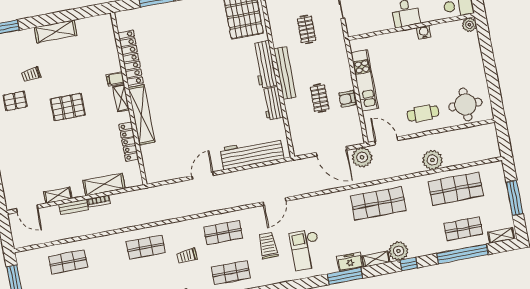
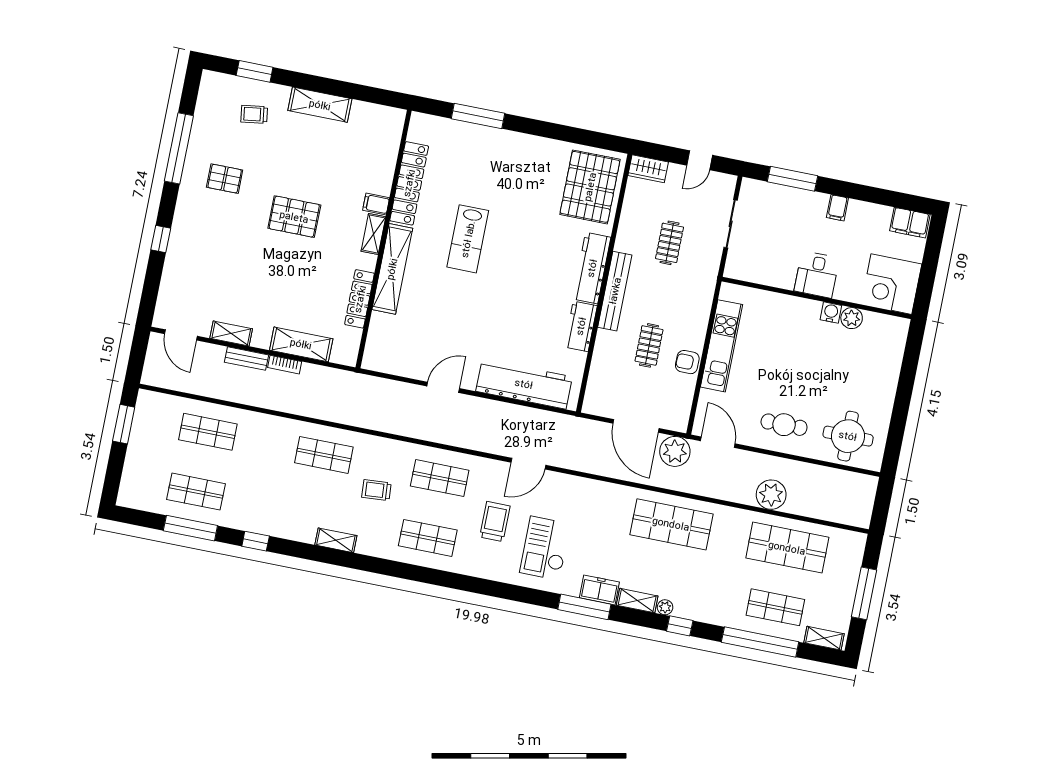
plant: (469, 25) -> (852, 318), moved
trolley: (31, 74) -> (254, 114), moved
lab bench: (181, 77) -> (468, 239), added
plant: (399, 251) -> (665, 607), width x0.53, depth x0.53

